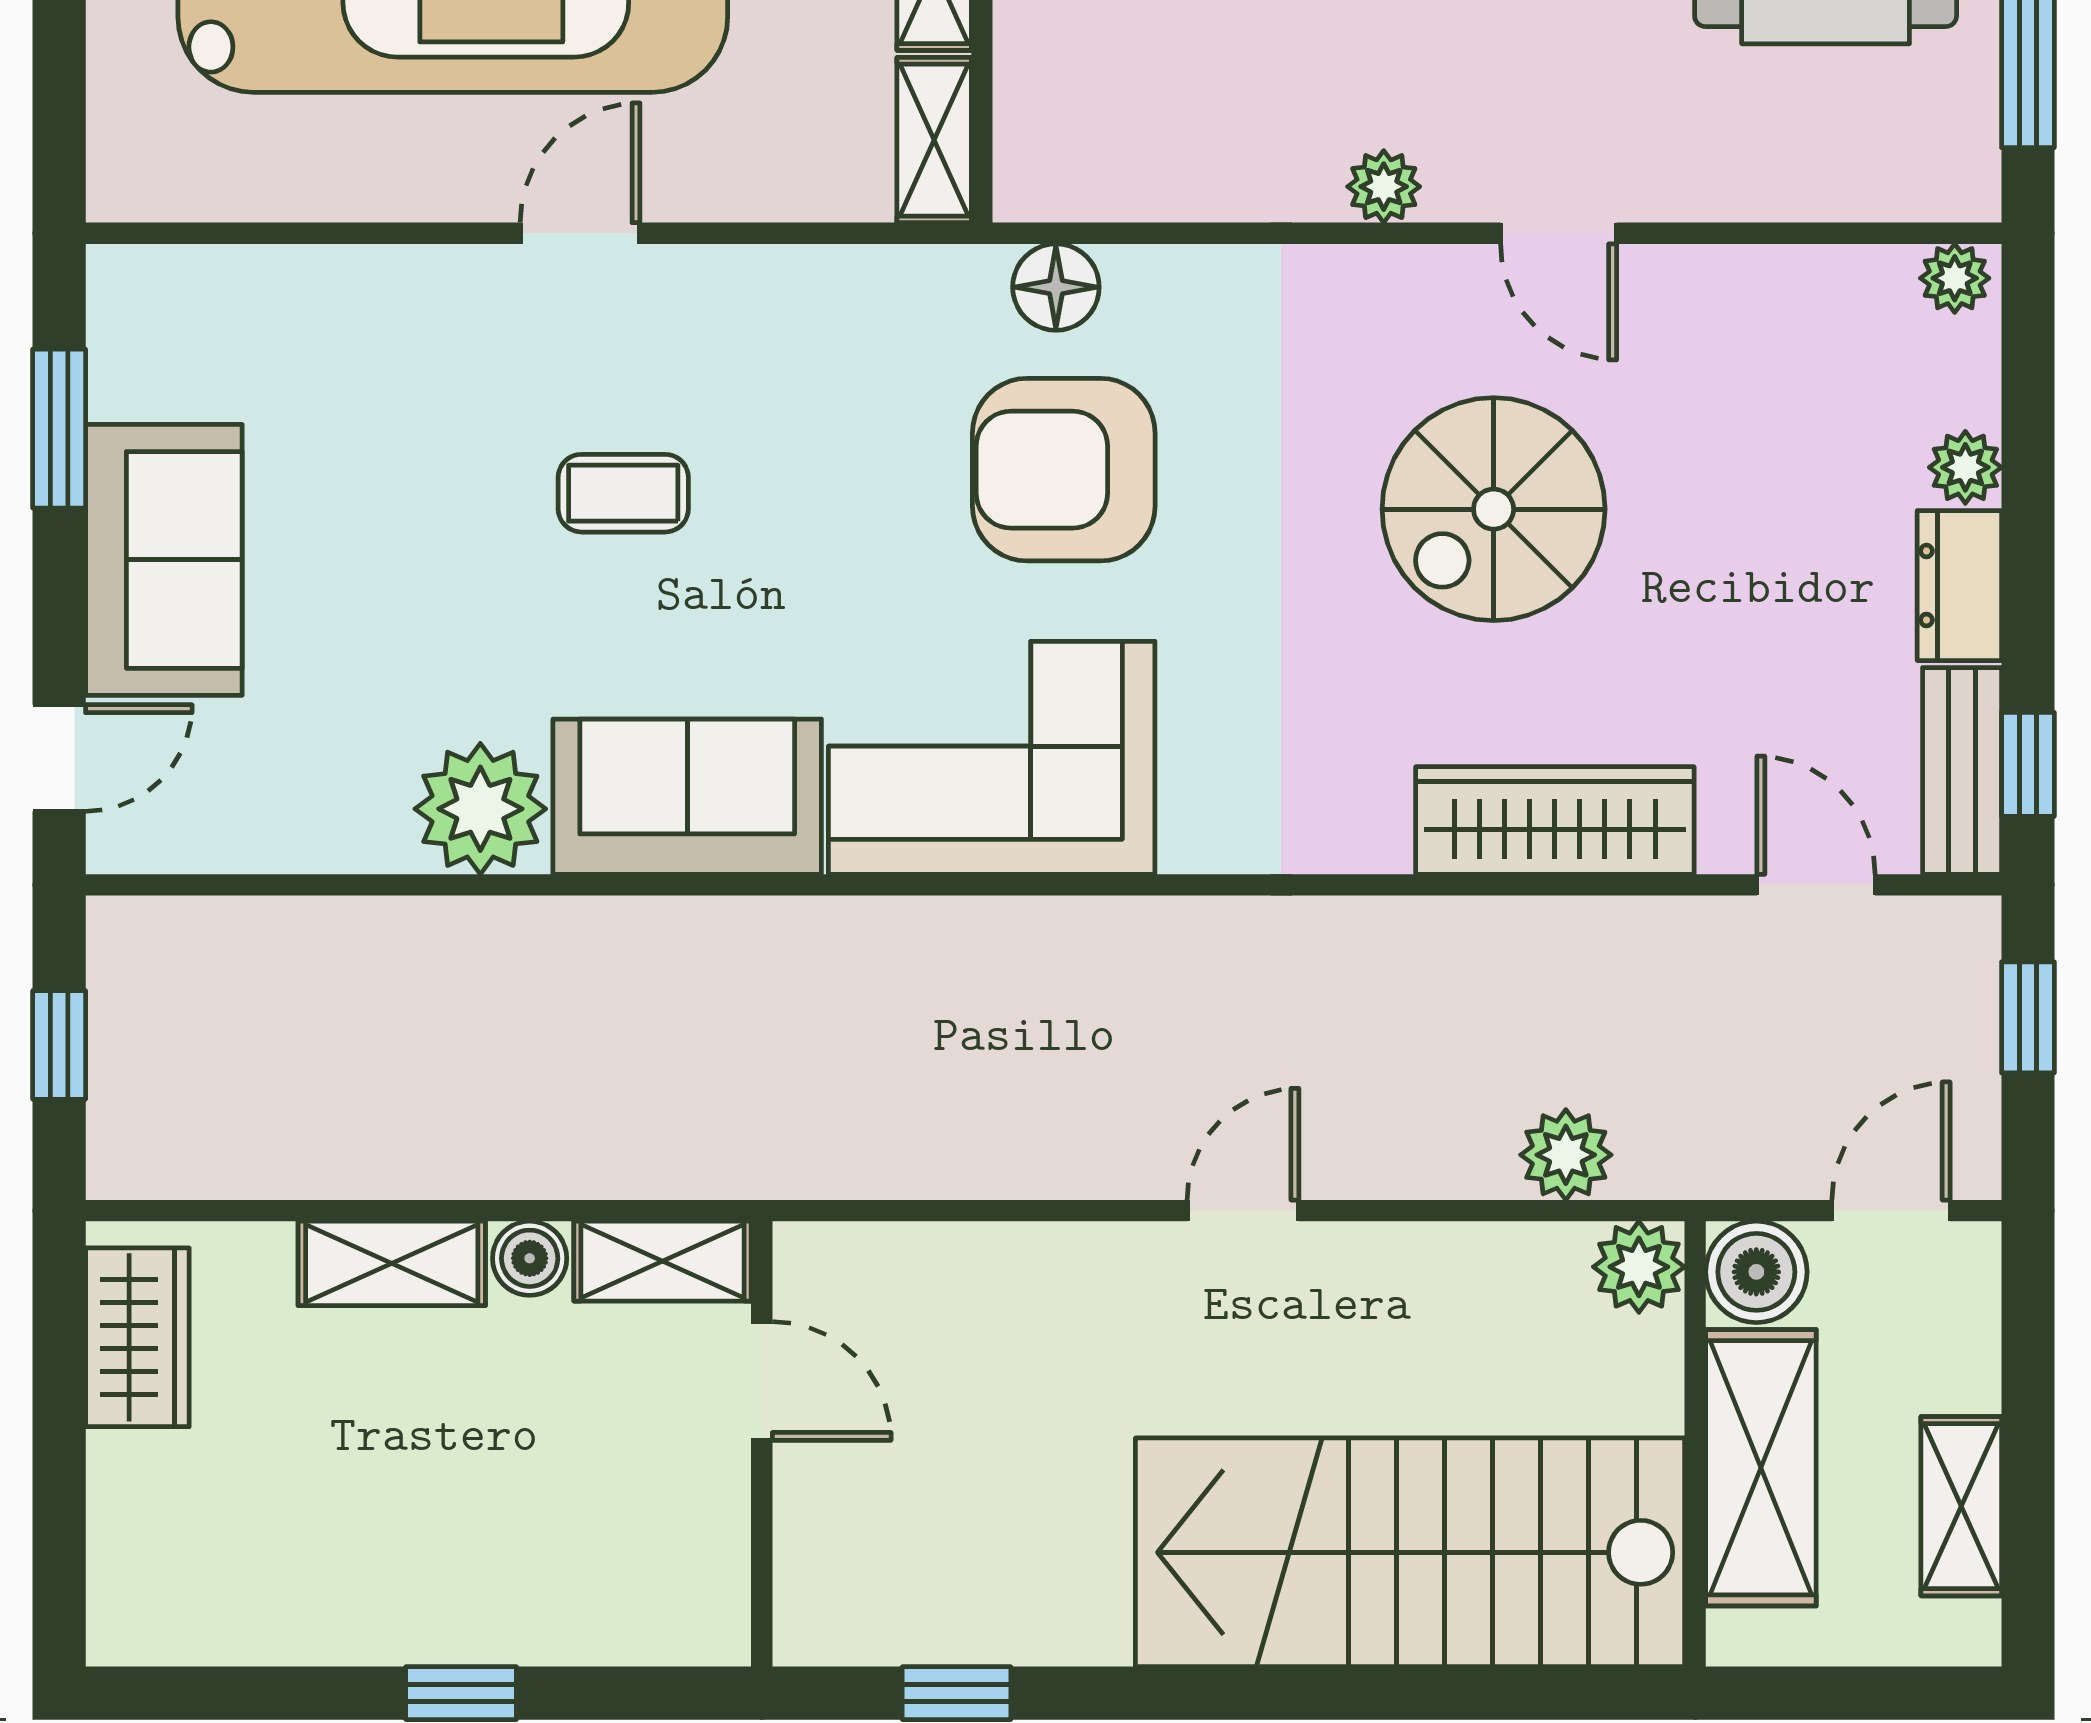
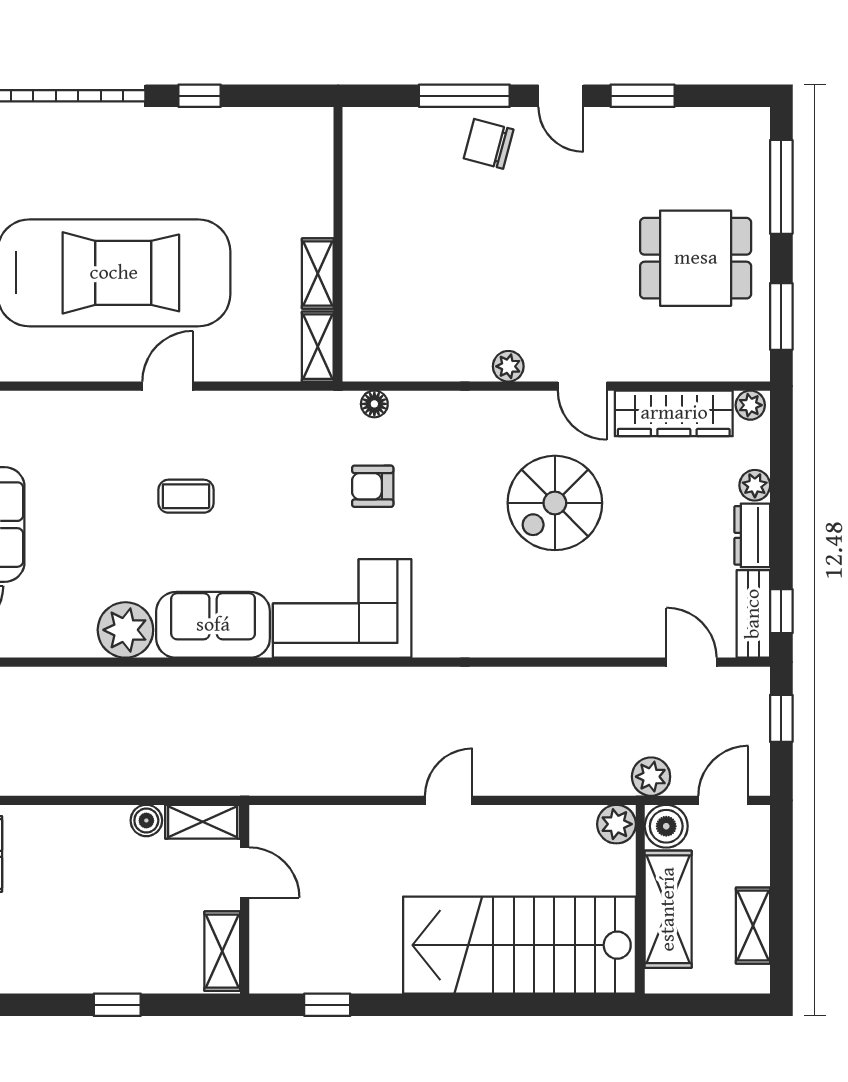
floor lamp: (1056, 287) -> (374, 404), width x0.73, depth x0.73
armchair: (1064, 470) -> (373, 486), width x0.53, depth x0.53
wardrobe: (1555, 820) -> (674, 413), moved, turned 180
plant: (1566, 1155) -> (651, 777), moved
shelving: (392, 1263) -> (222, 951), moved, turned 90

